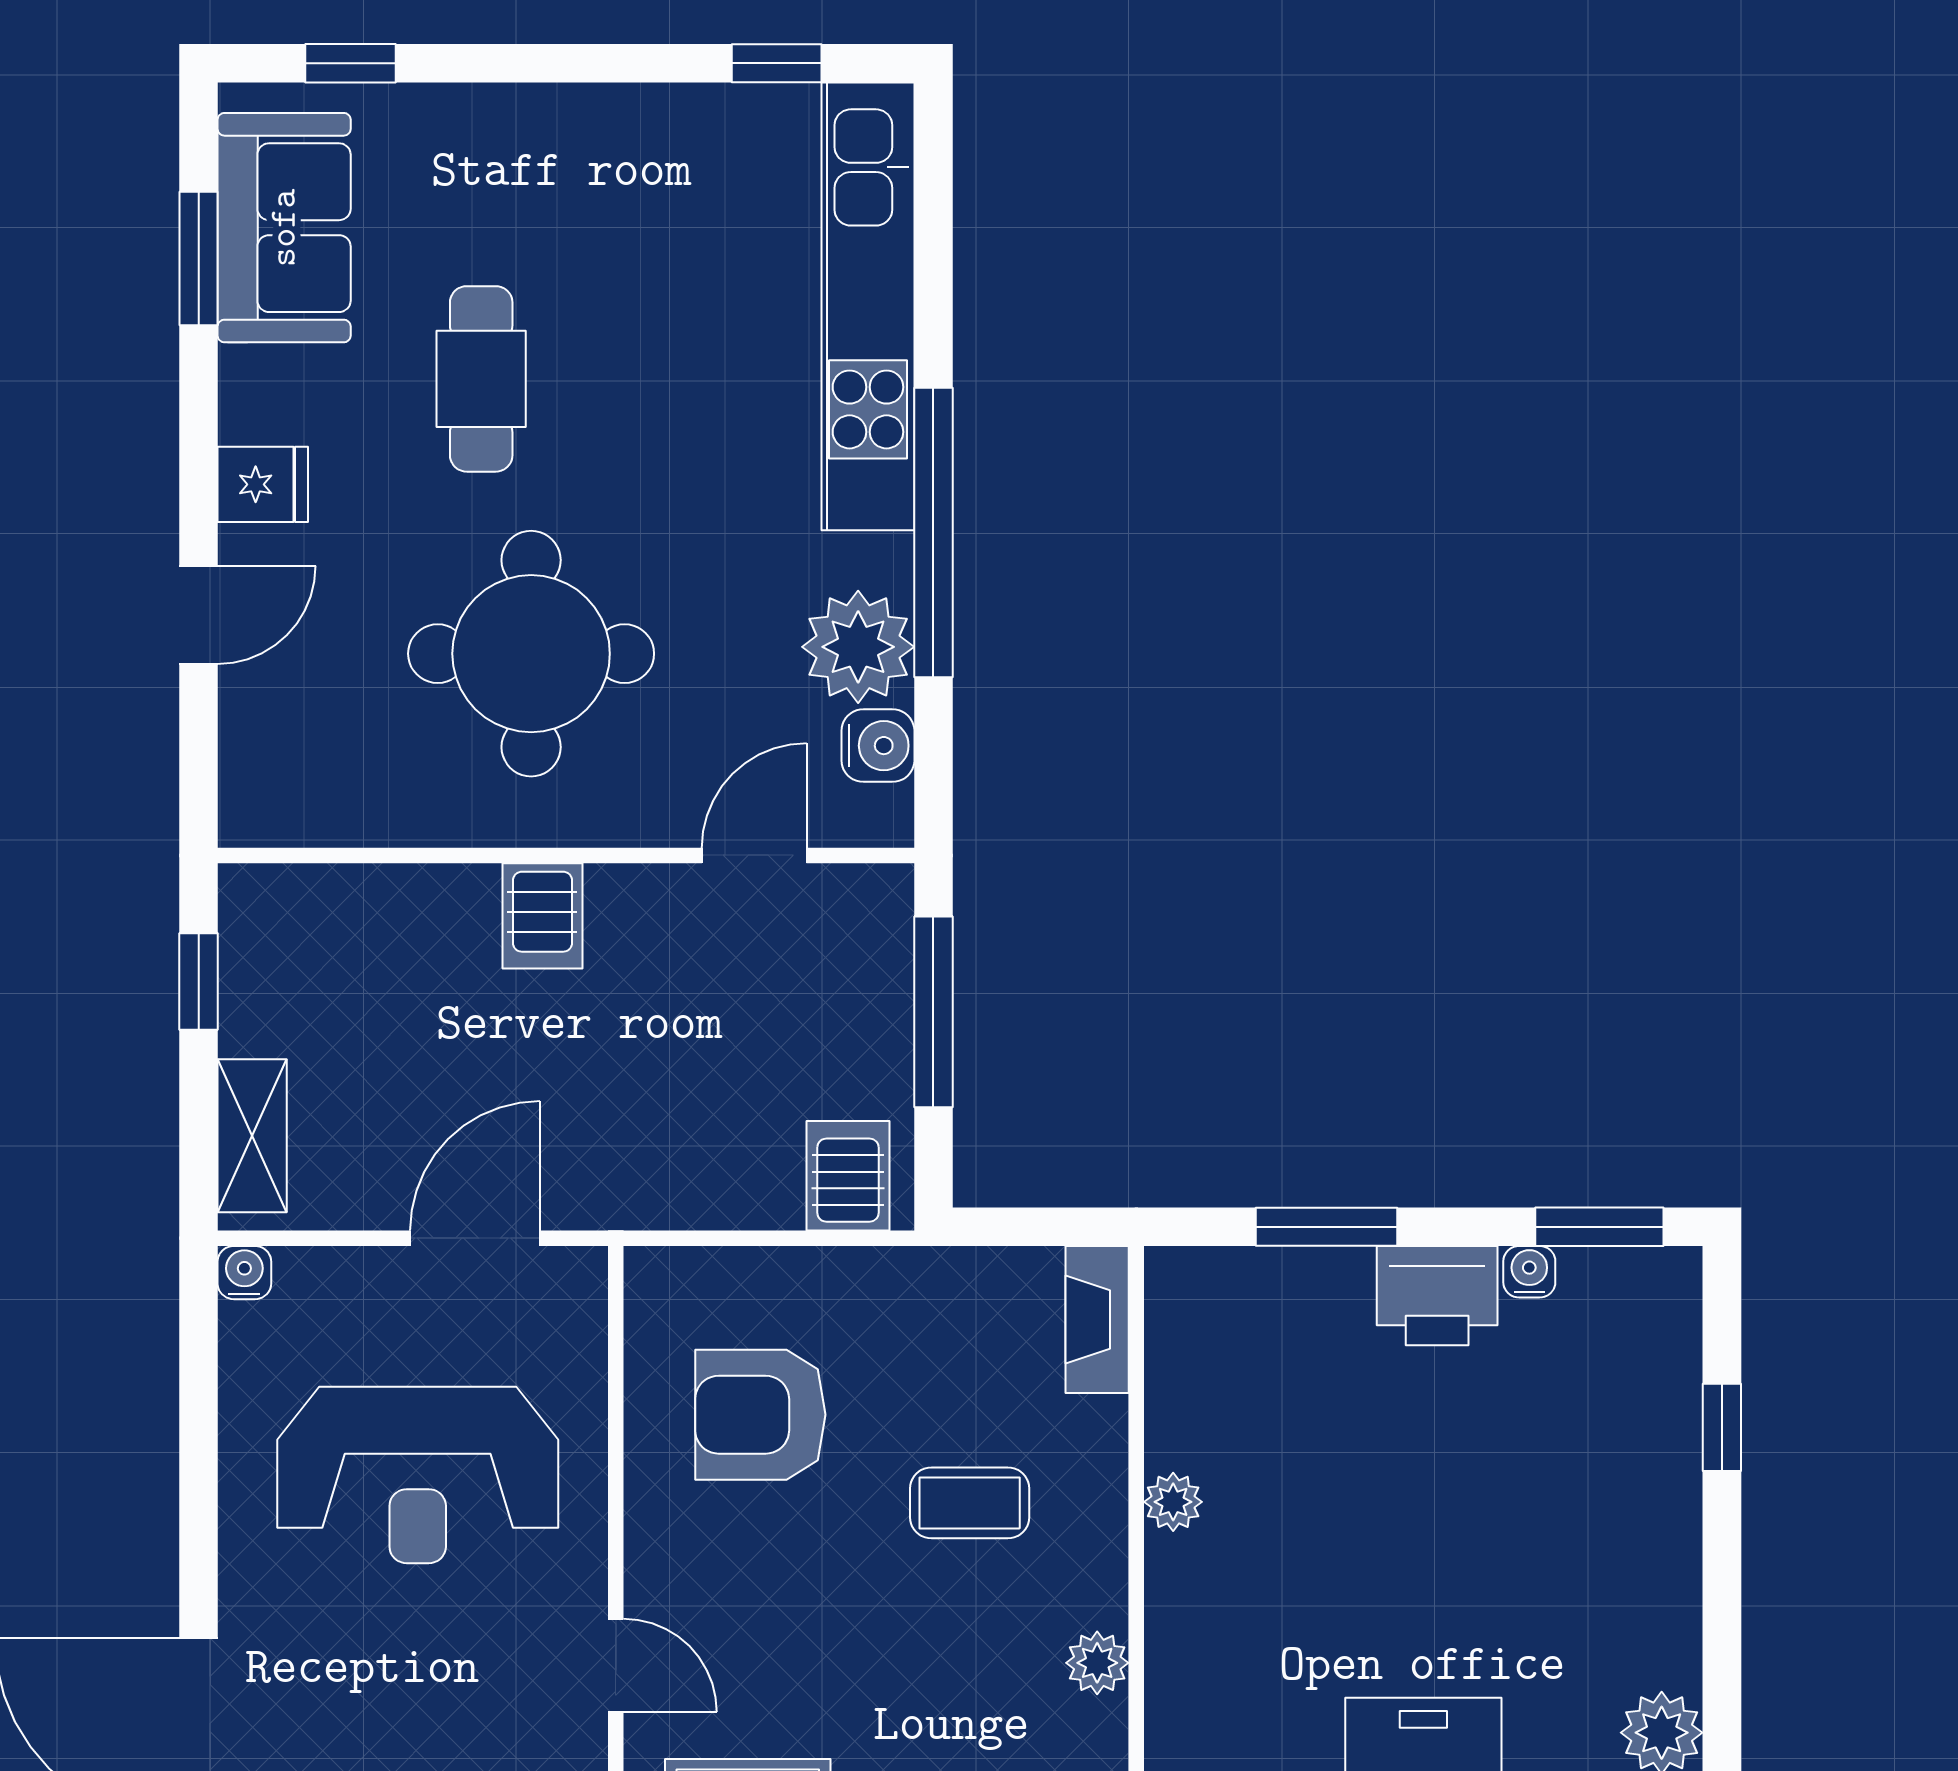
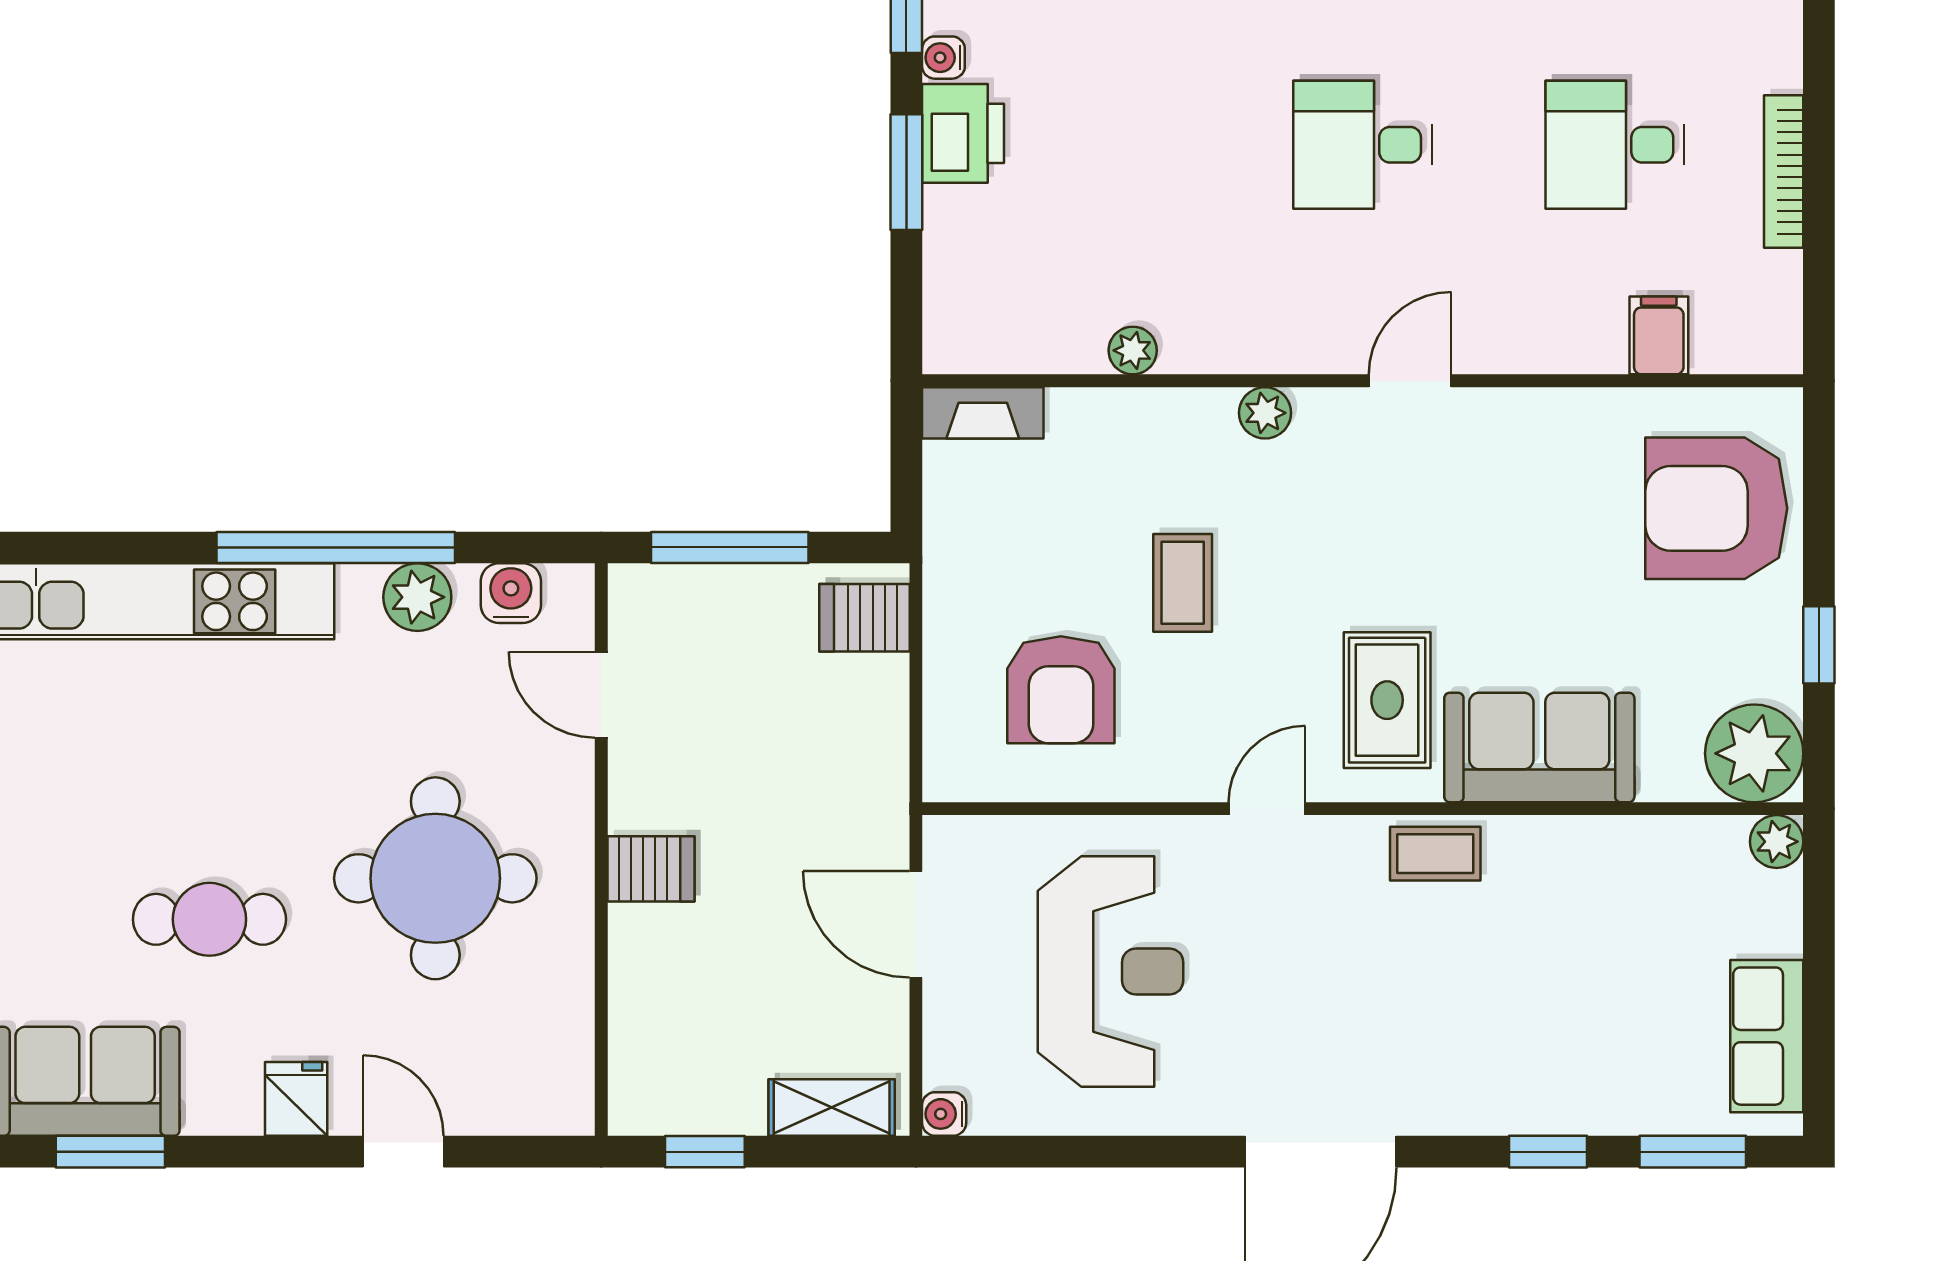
plant: (858, 647) -> (417, 597), width x0.73, depth x0.73
window: (1326, 1227) -> (906, 172), moved
coffee table: (970, 1503) -> (1183, 583), moved

